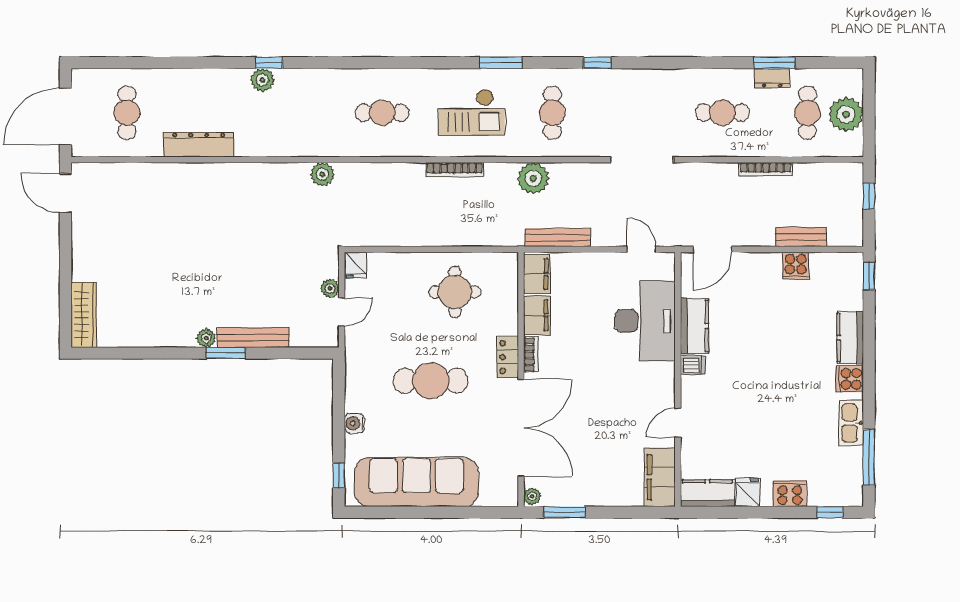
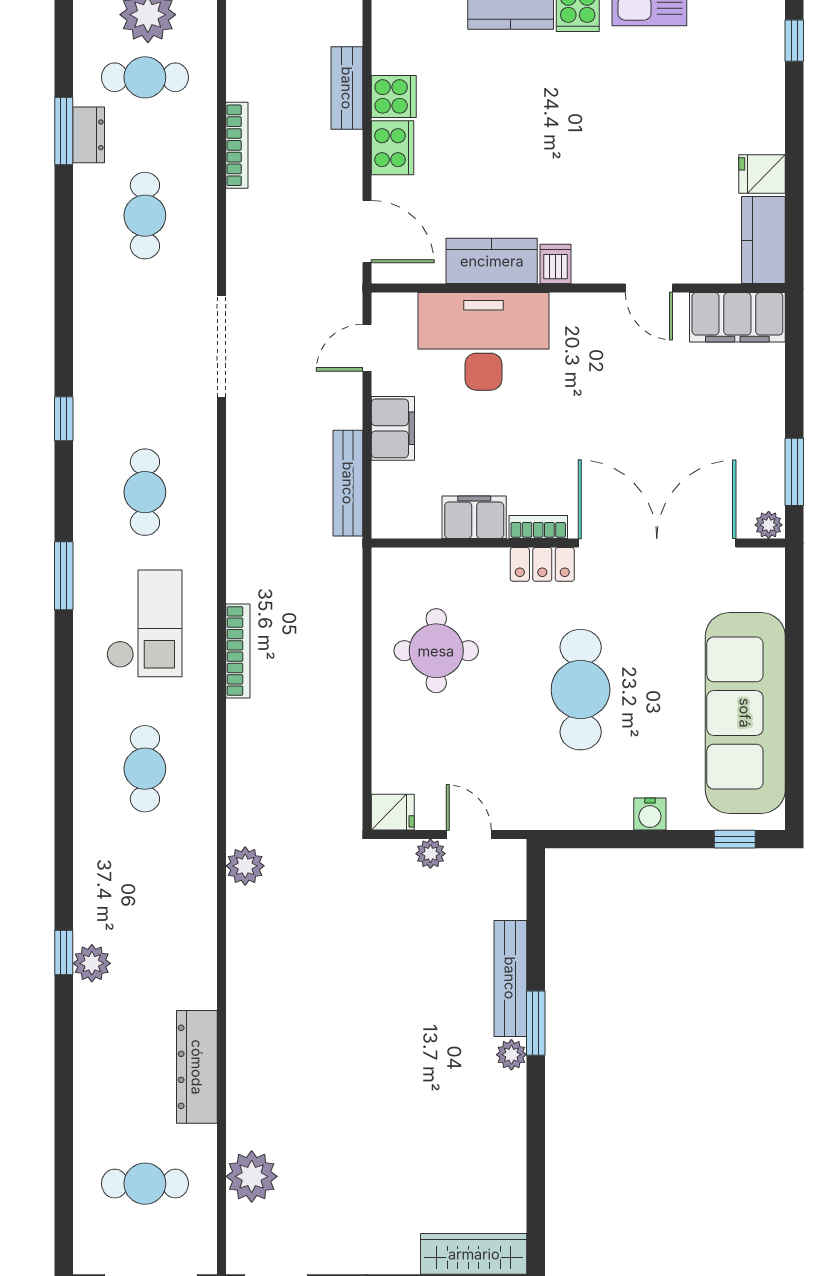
cafe table: (552, 113) -> (145, 492), turned 90
plant: (533, 178) -> (252, 1176), moved
filing cabinet: (537, 274) -> (393, 428), moved, turned 90
cooker: (790, 494) -> (393, 148), moved, turned 180

